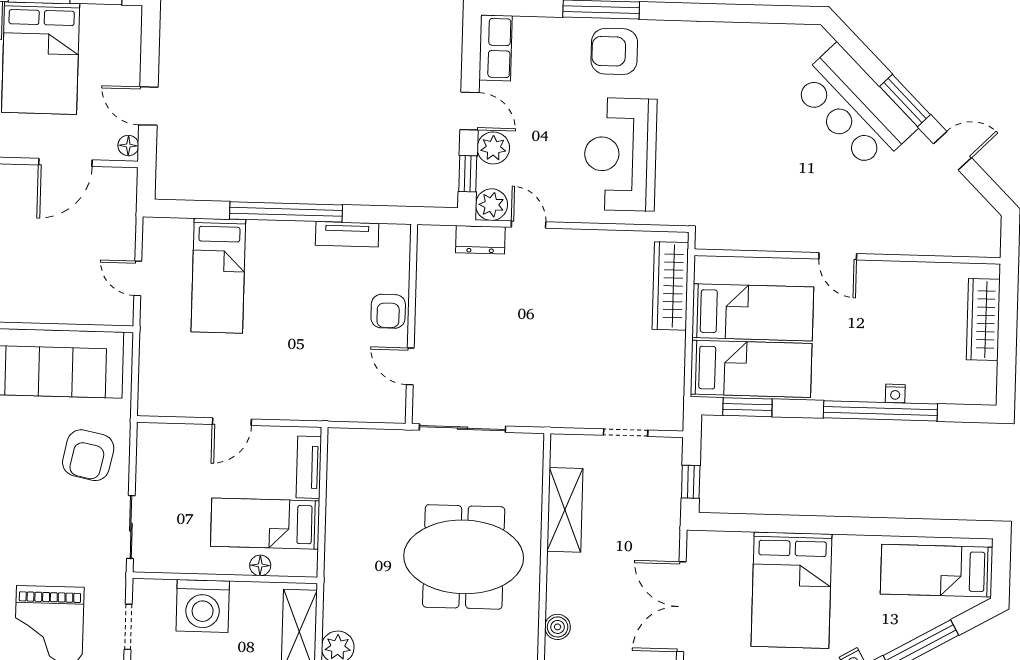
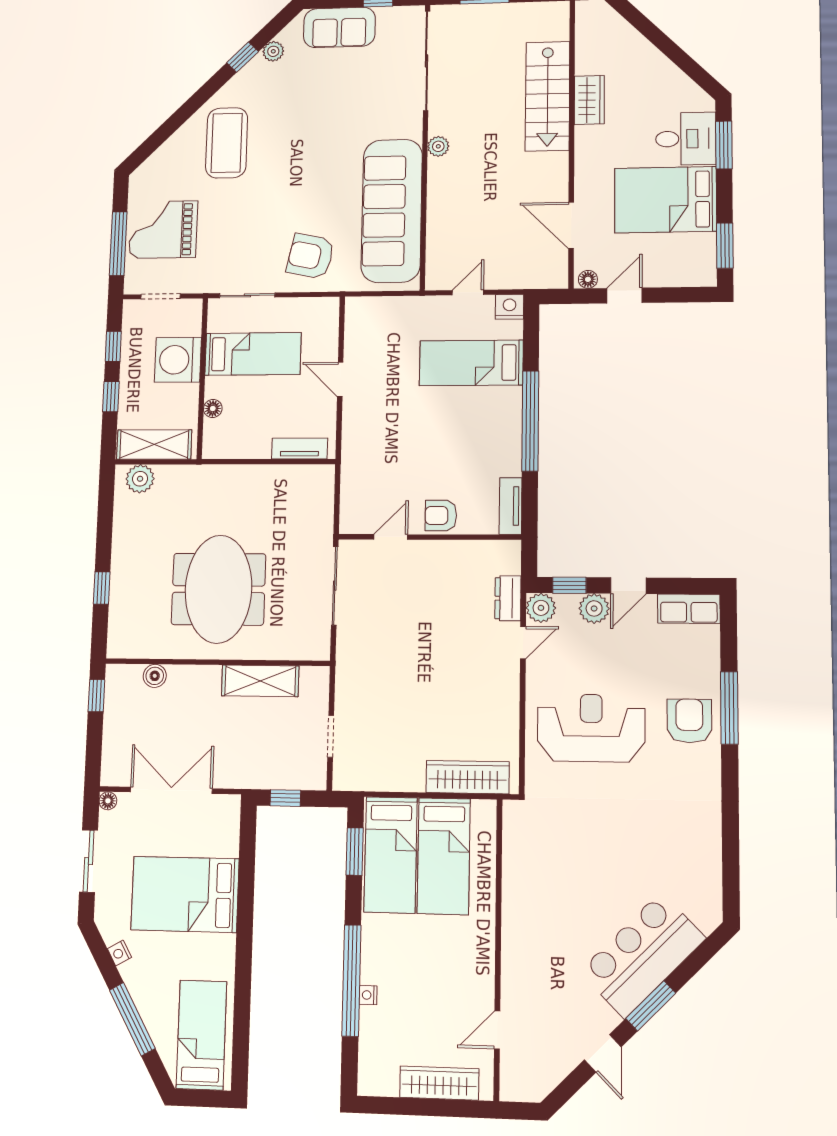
nightstand: (156, 232) -> (510, 307), added
tv unit: (347, 234) -> (511, 506), moved
door: (838, 256) -> (497, 1030), moved
bed: (265, 524) -> (253, 354), moved, turned 90

